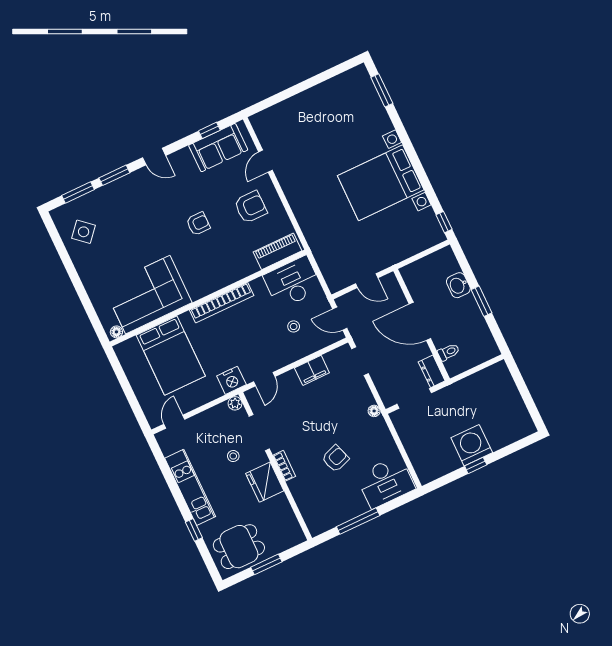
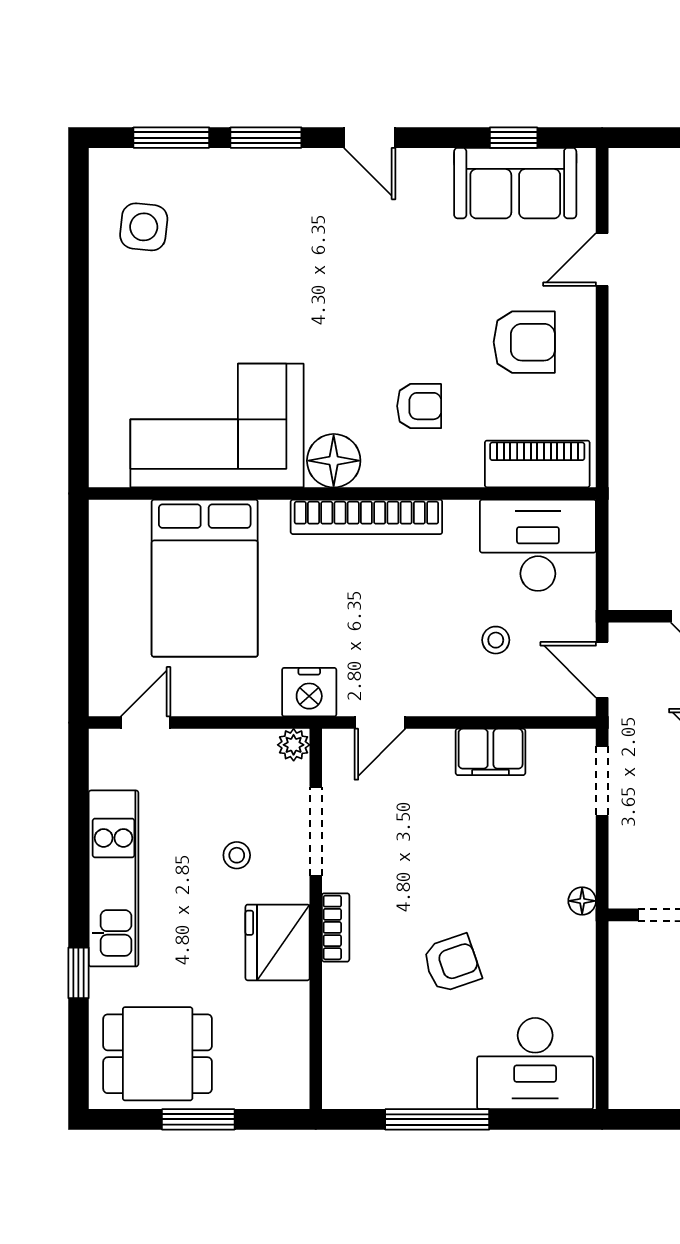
armchair: (198, 224) -> (419, 406), moved
side table: (84, 232) -> (144, 227), turned -35
floor lamp: (116, 332) -> (334, 461), moved, width x1.89, depth x1.89

